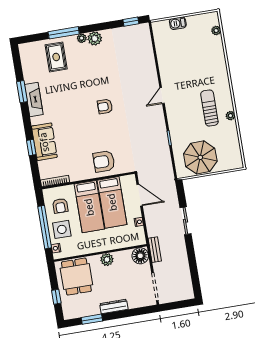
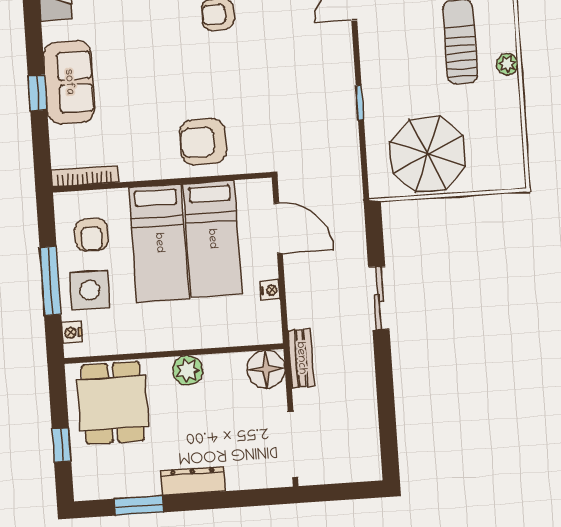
window: (45, 227) -> (50, 281), width x0.68

